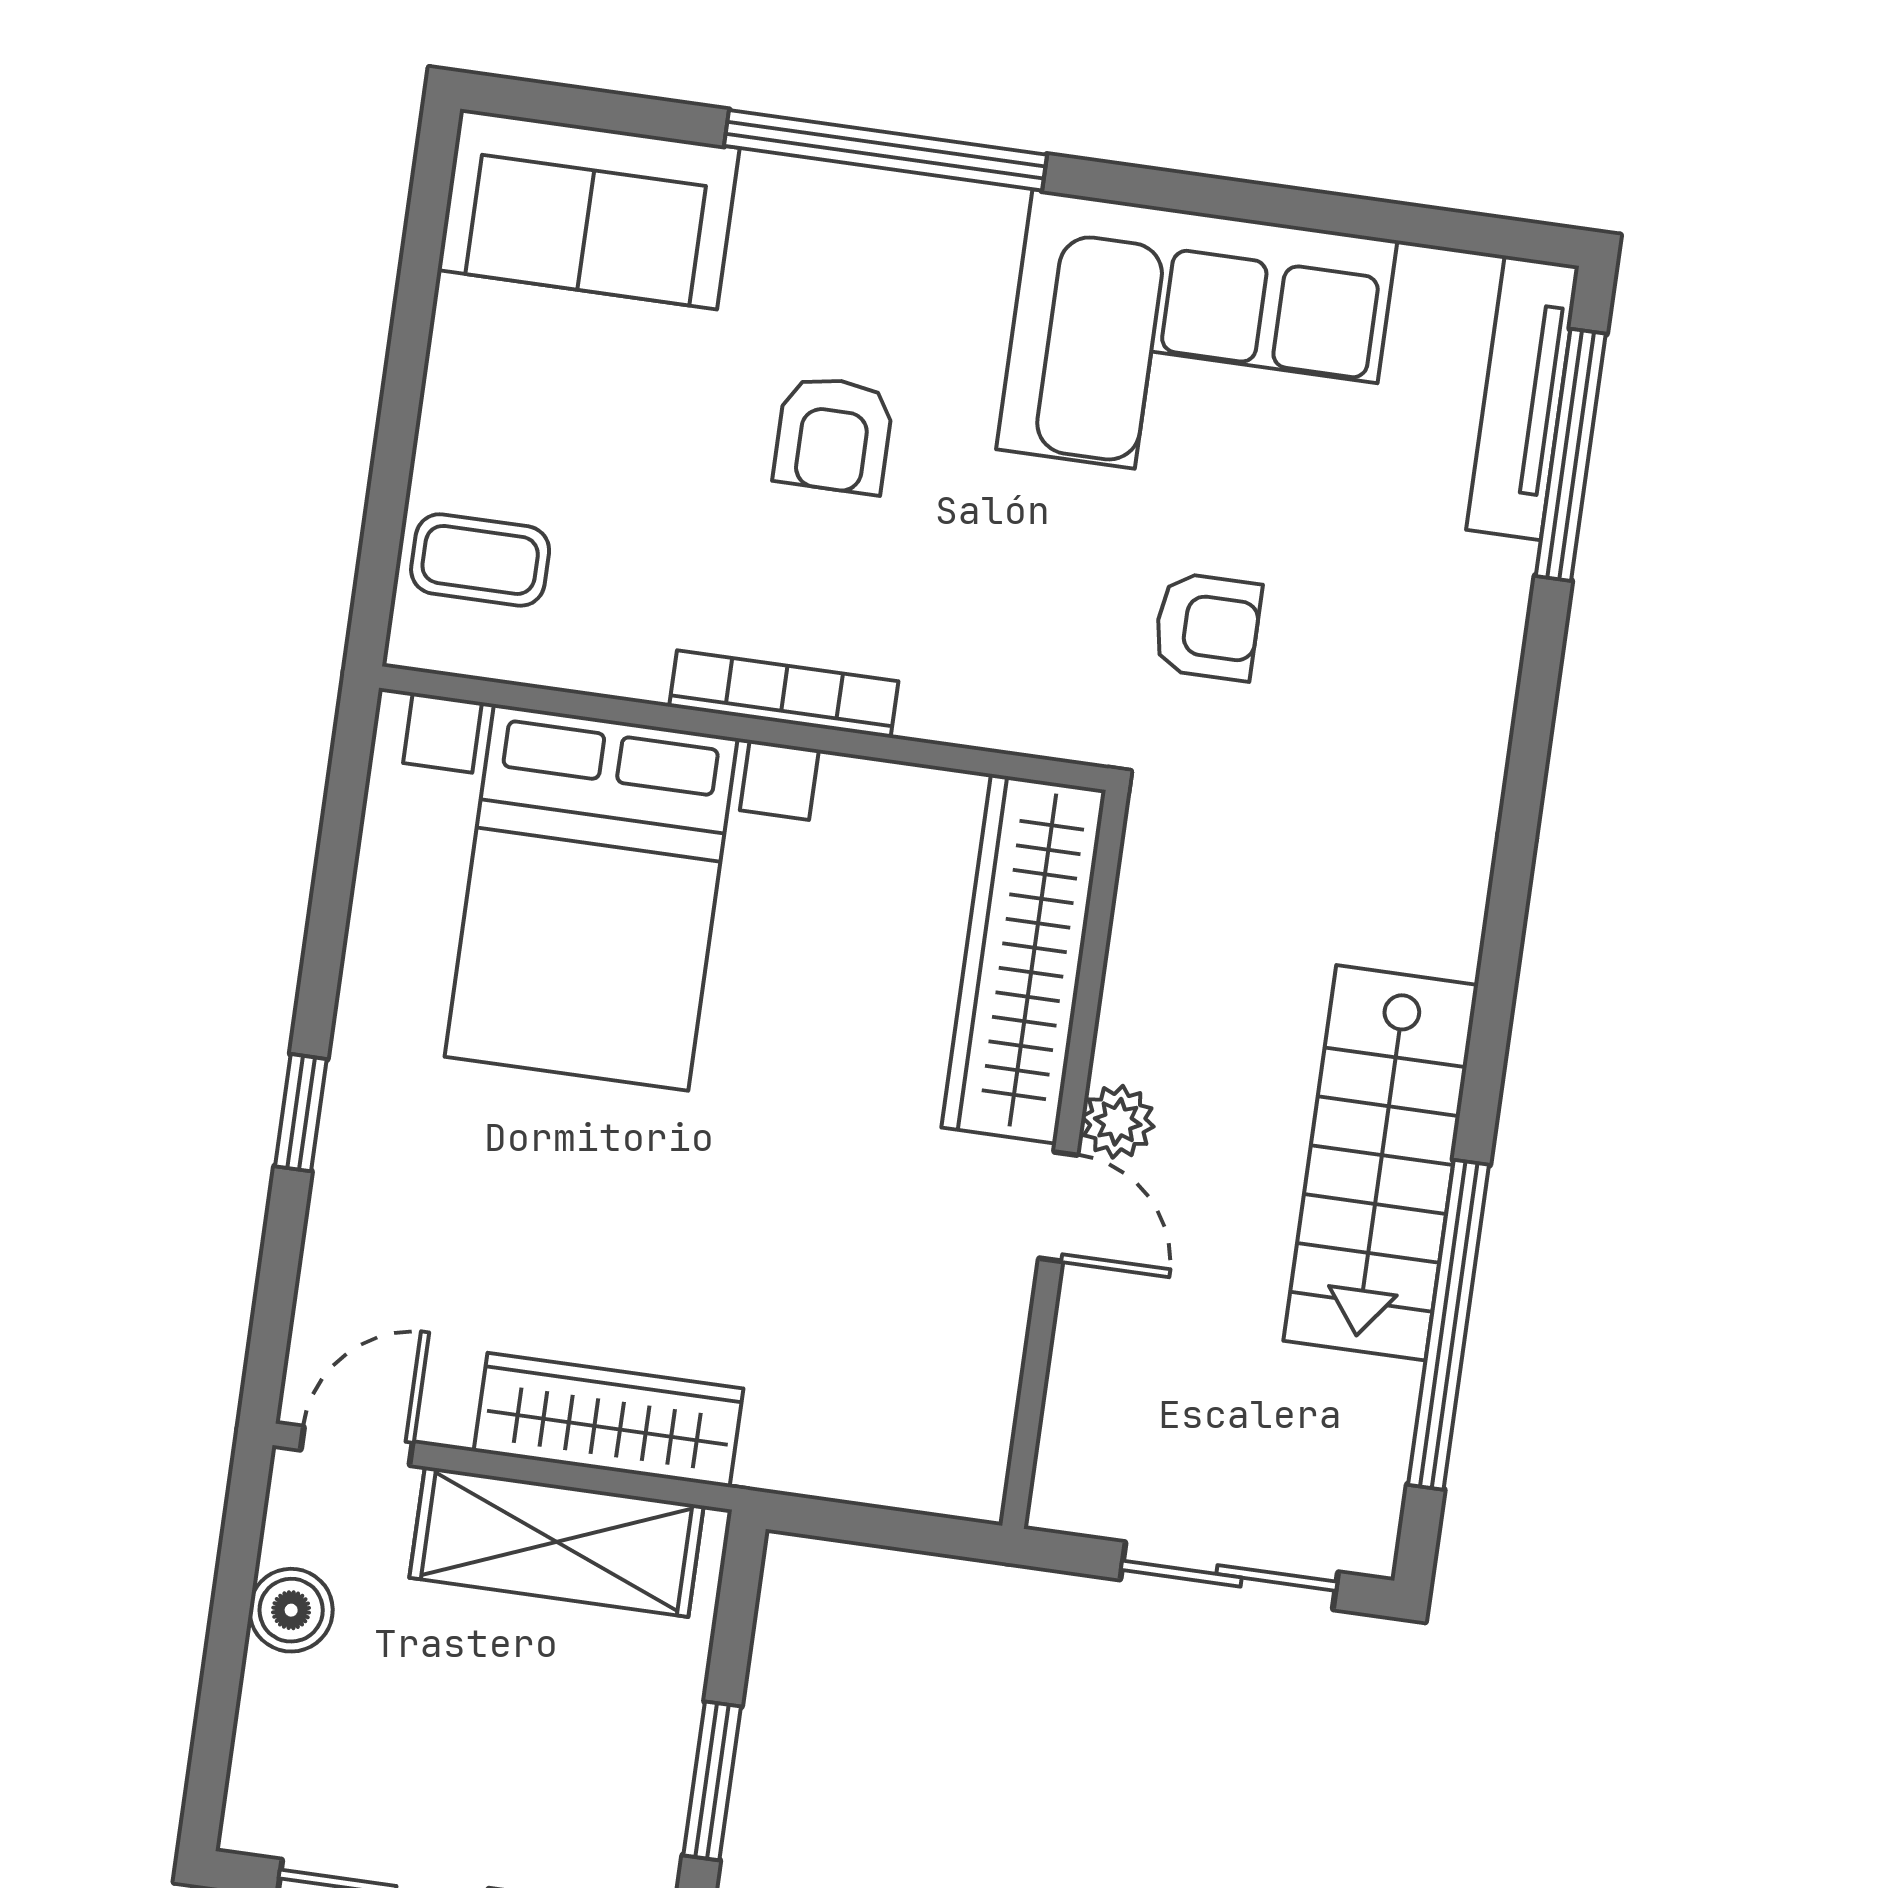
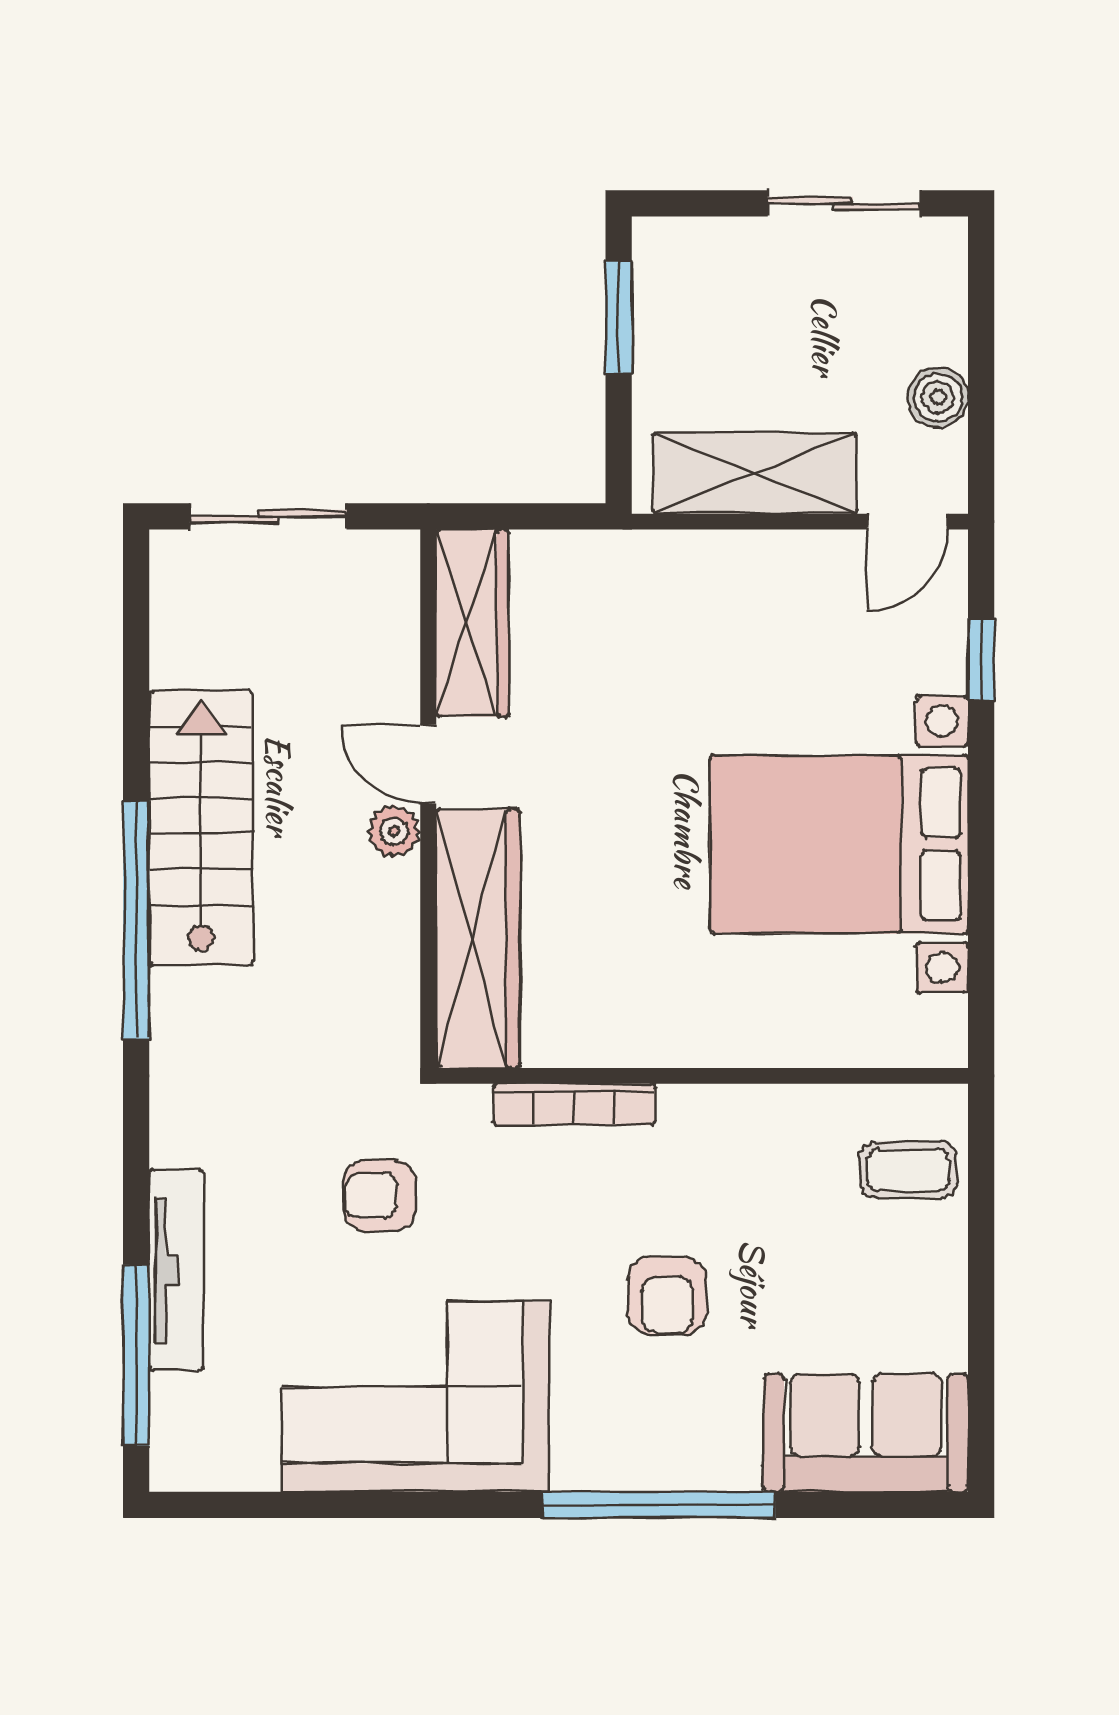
tv unit: (1523, 398) -> (176, 1270), moved
armchair: (834, 435) -> (667, 1296), turned 180
bookcase: (784, 694) -> (574, 1104), moved
bed with nightstands: (591, 897) -> (839, 844), moved, turned -90
window: (301, 1113) -> (981, 660), moved
window: (1449, 1325) -> (136, 920), moved
wardrobe: (608, 1420) -> (472, 623), moved, turned -90

